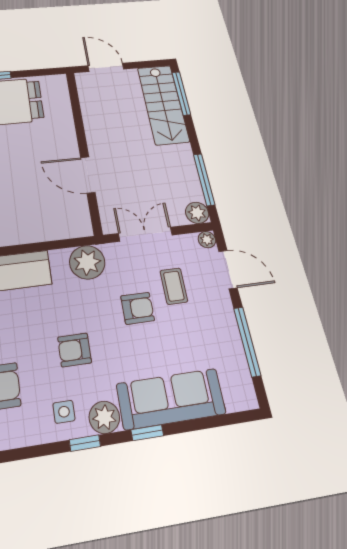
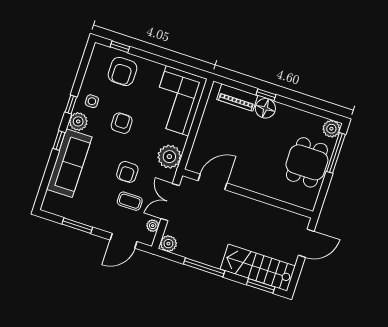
window: (181, 93) -> (261, 286), width x0.69
door: (88, 175) -> (212, 182), moved
window: (204, 179) -> (204, 267), moved
double door: (145, 234) -> (170, 202), swing flipped
plant: (207, 240) -> (153, 226), moved
window: (247, 341) -> (77, 226), width x0.69

